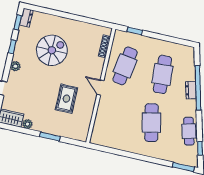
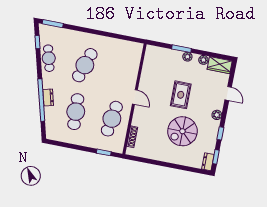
rug: (66, 99) -> (181, 95), moved
cafe table: (151, 123) -> (85, 65), turned 30
plant: (44, 128) -> (187, 57), added

